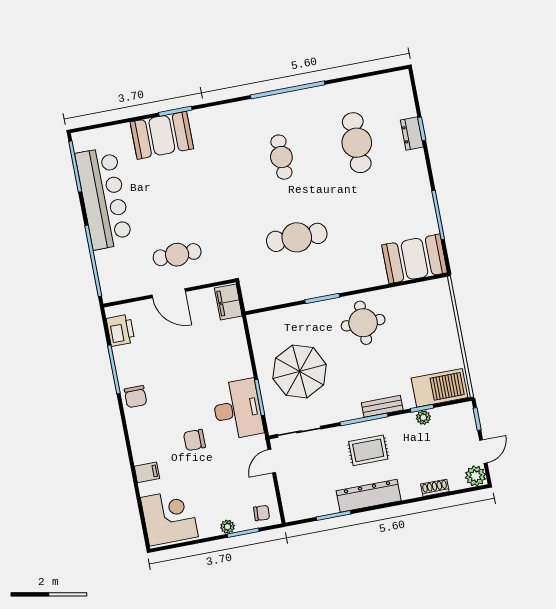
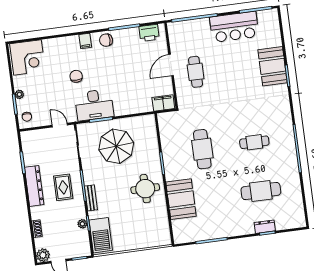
bar counter: (104, 198) -> (234, 27), width x0.73
booth: (415, 259) -> (181, 199), moved
filing cabinet: (147, 472) -> (85, 41), moved

